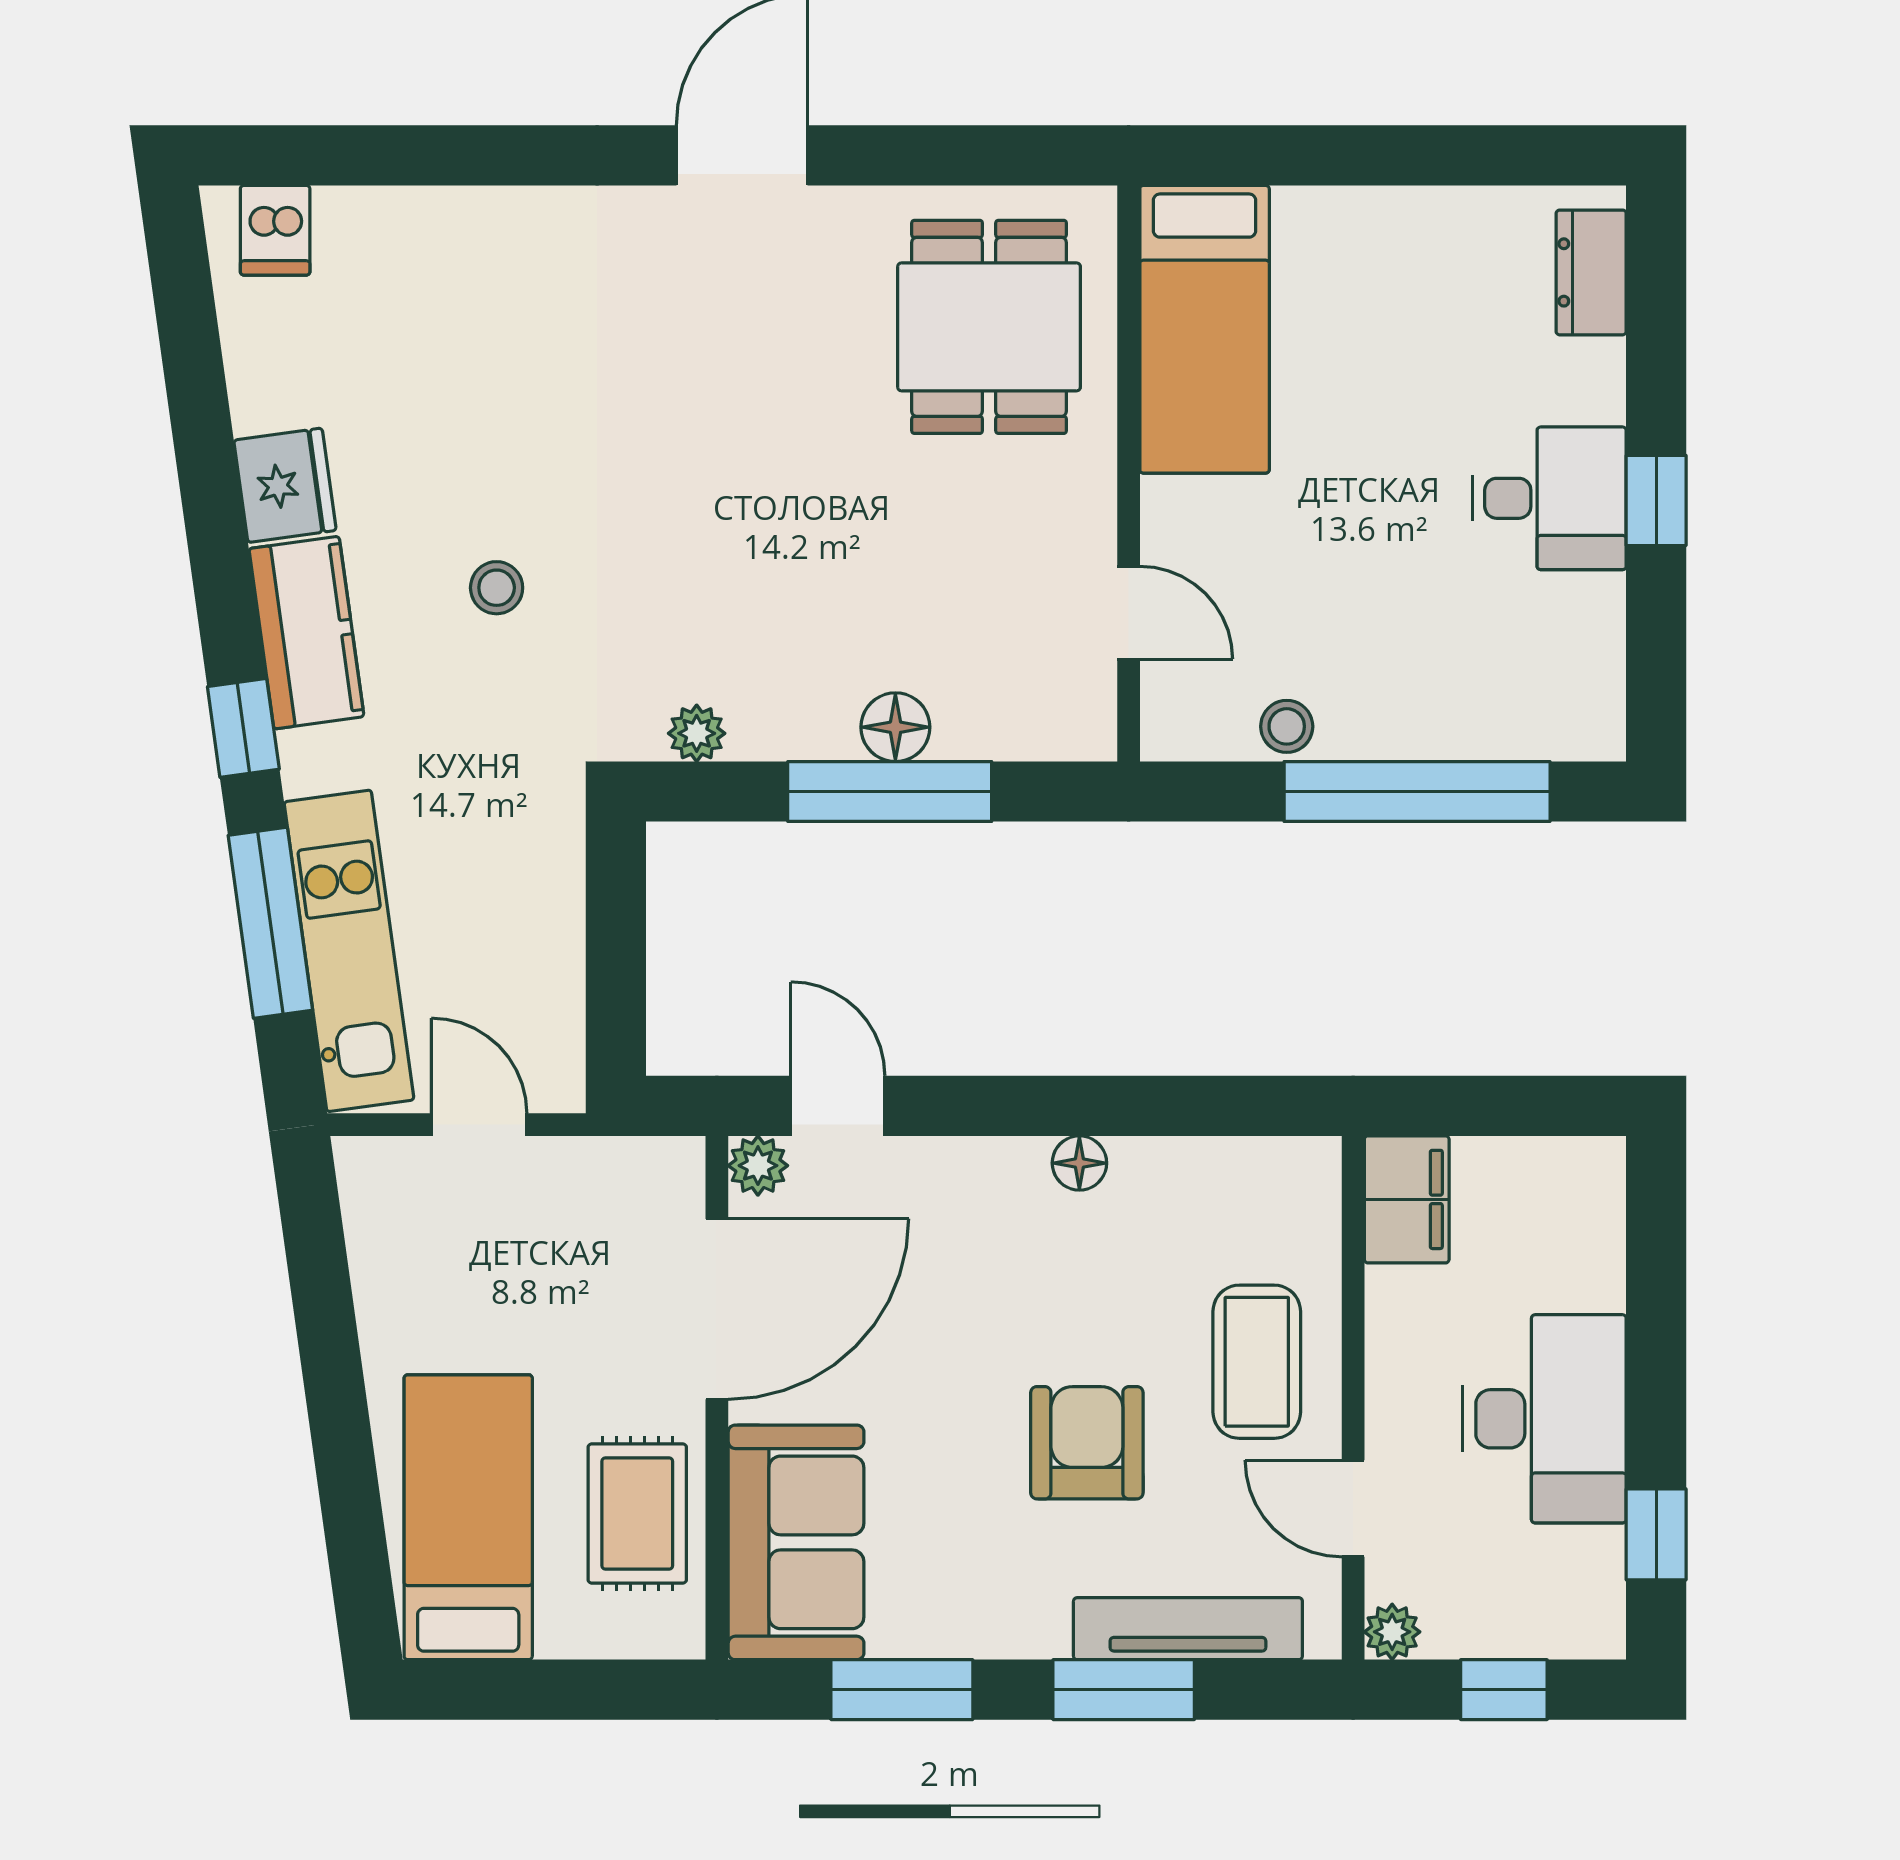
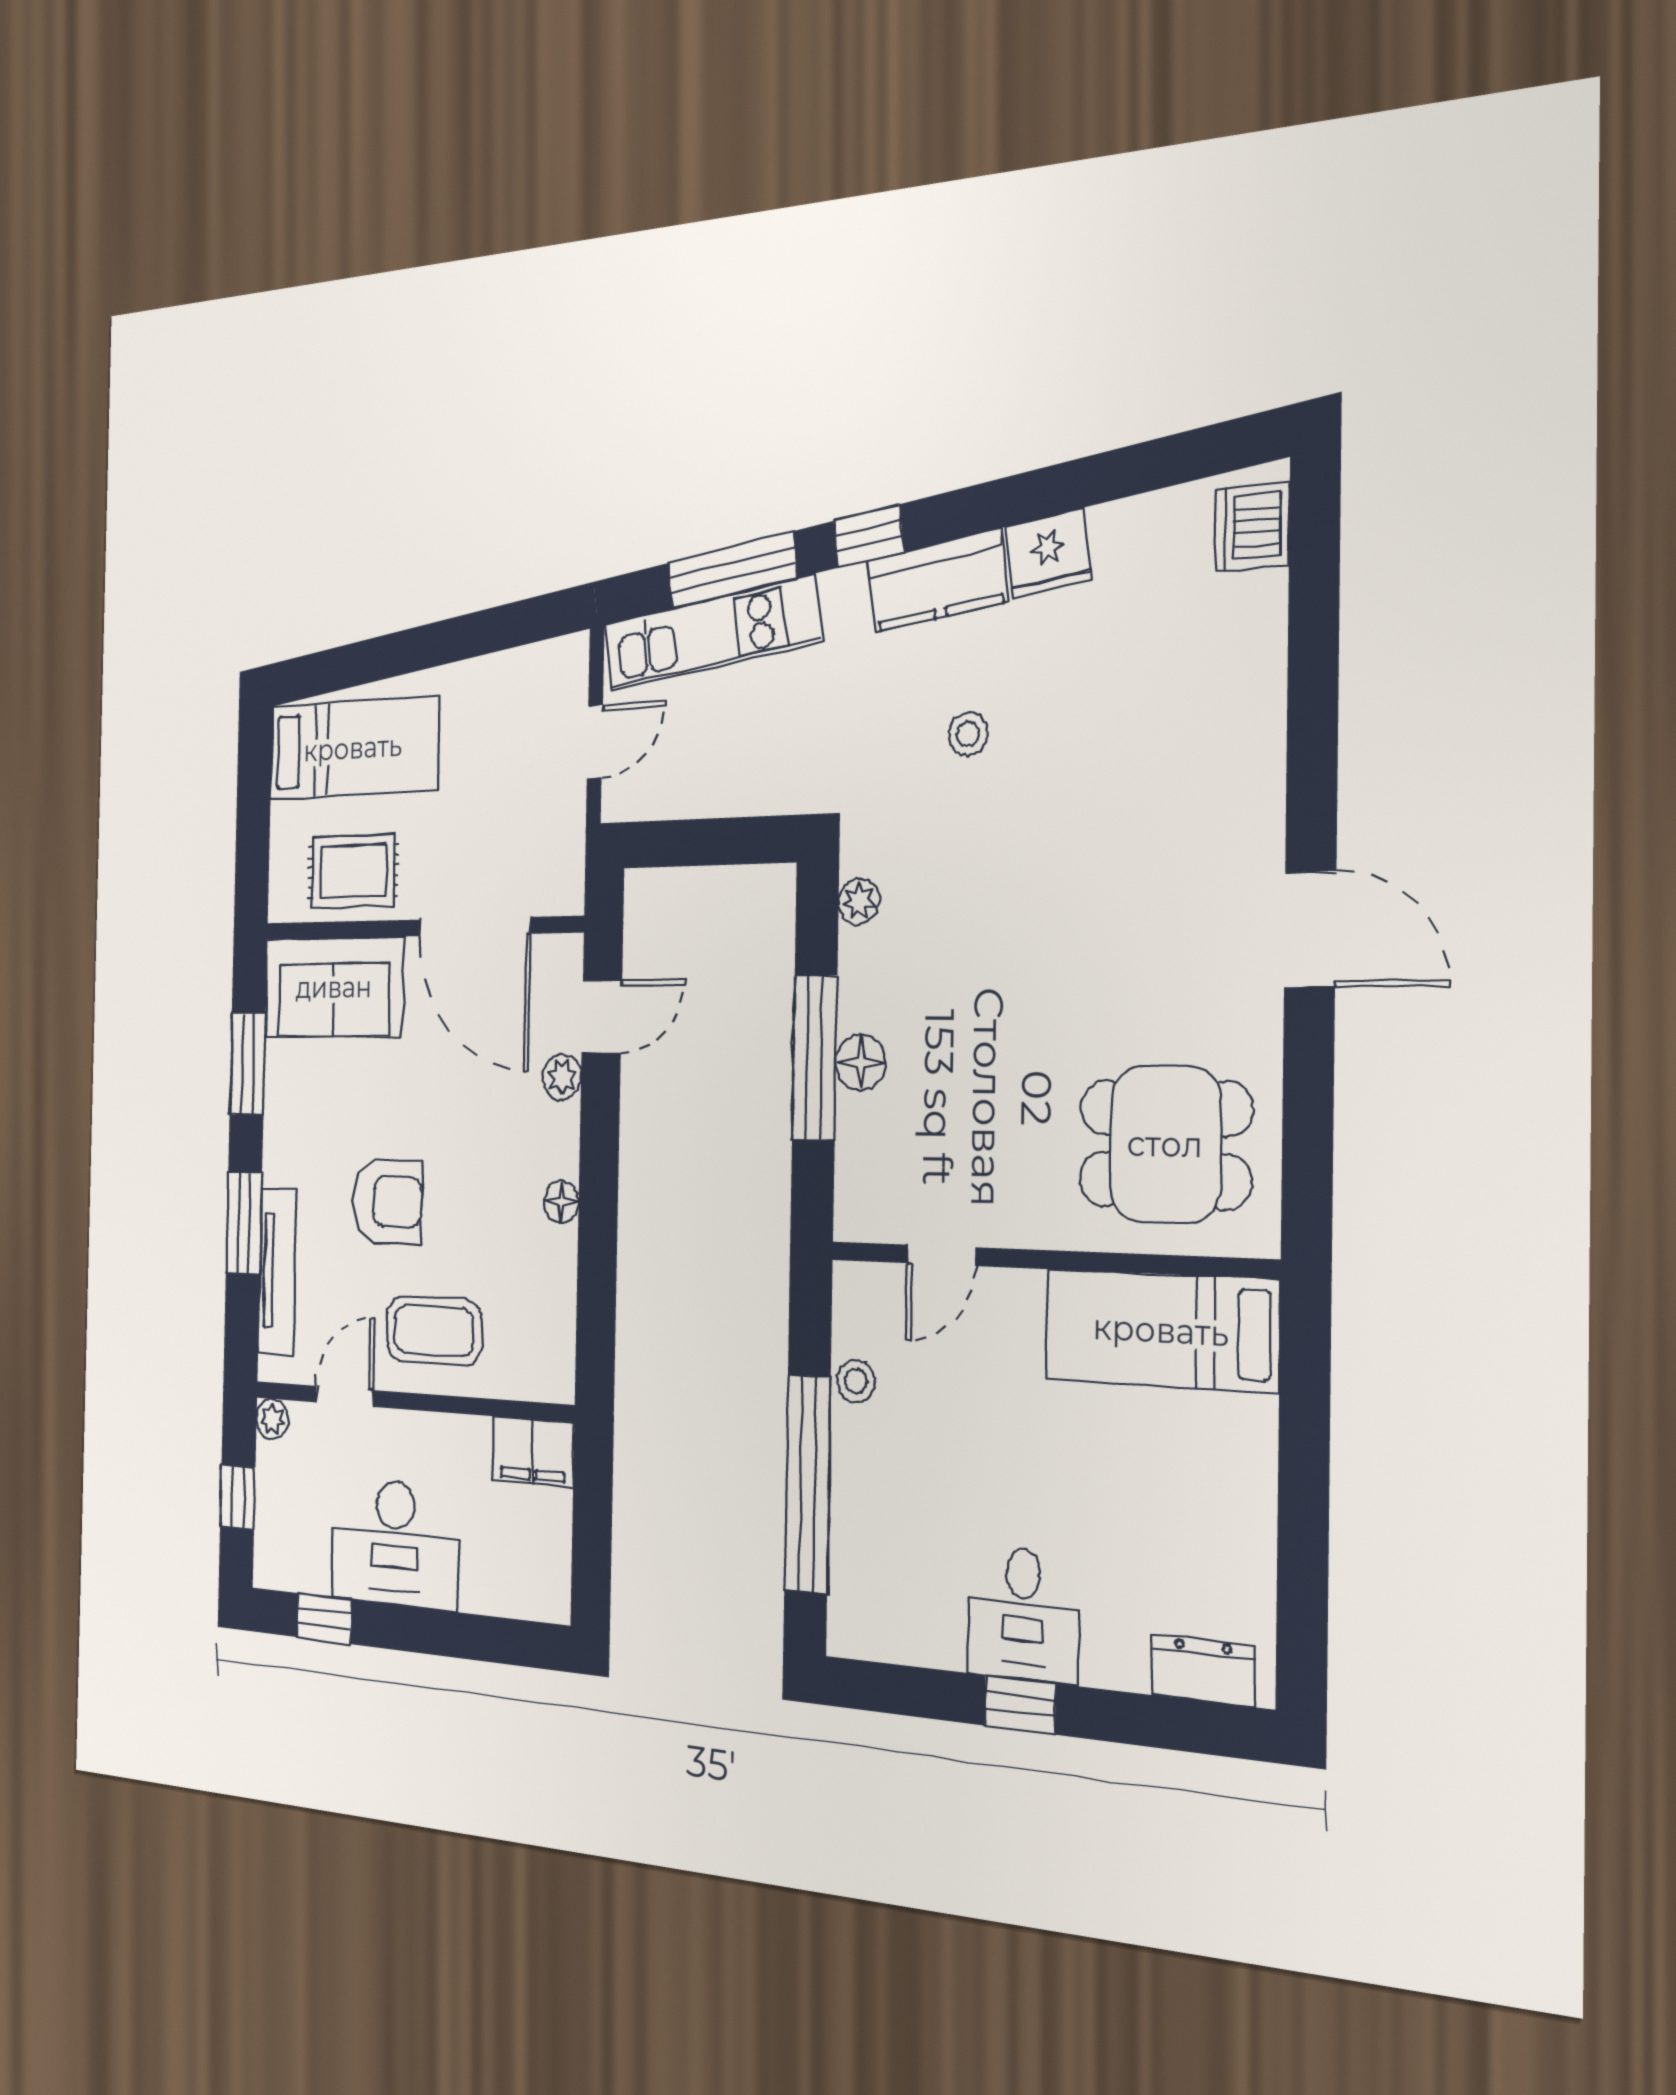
dishwasher: (275, 230) -> (1252, 527), width x1.38
plant: (758, 1166) -> (562, 1077), moved

